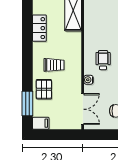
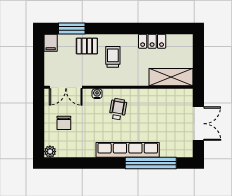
wheelchair: (103, 60) -> (118, 109), turned -80
trolley: (54, 65) -> (113, 57), turned 180

